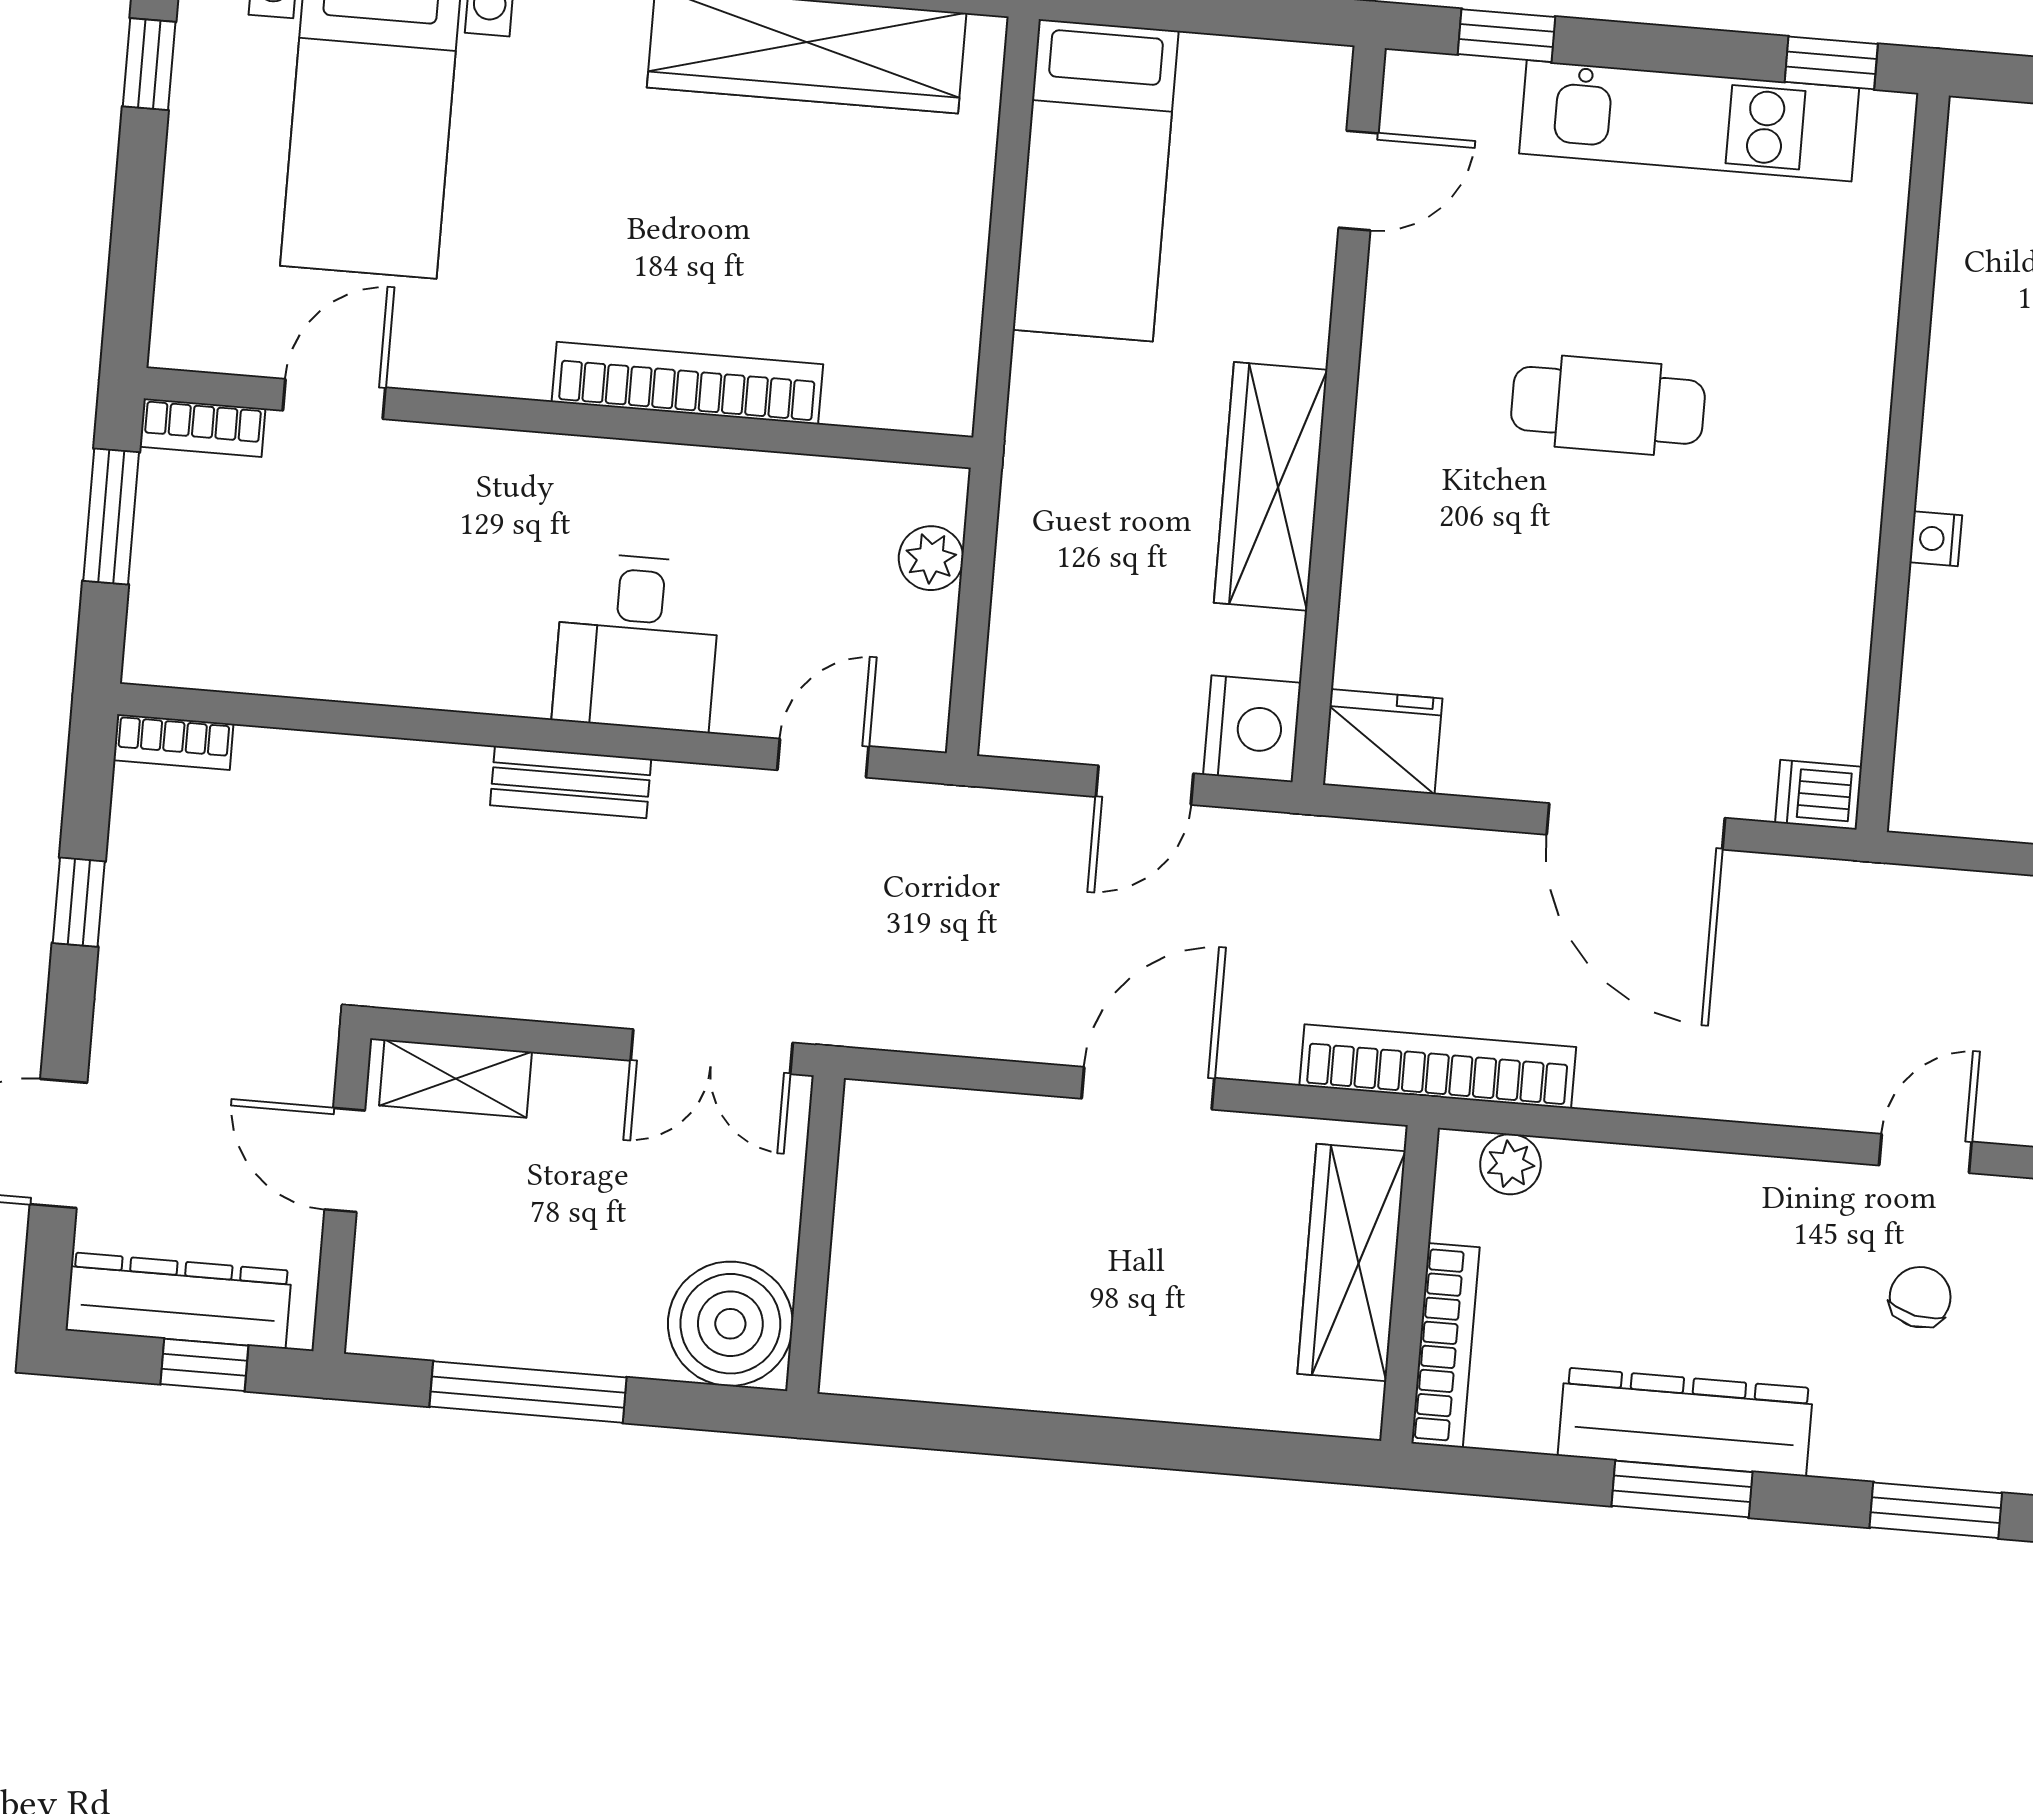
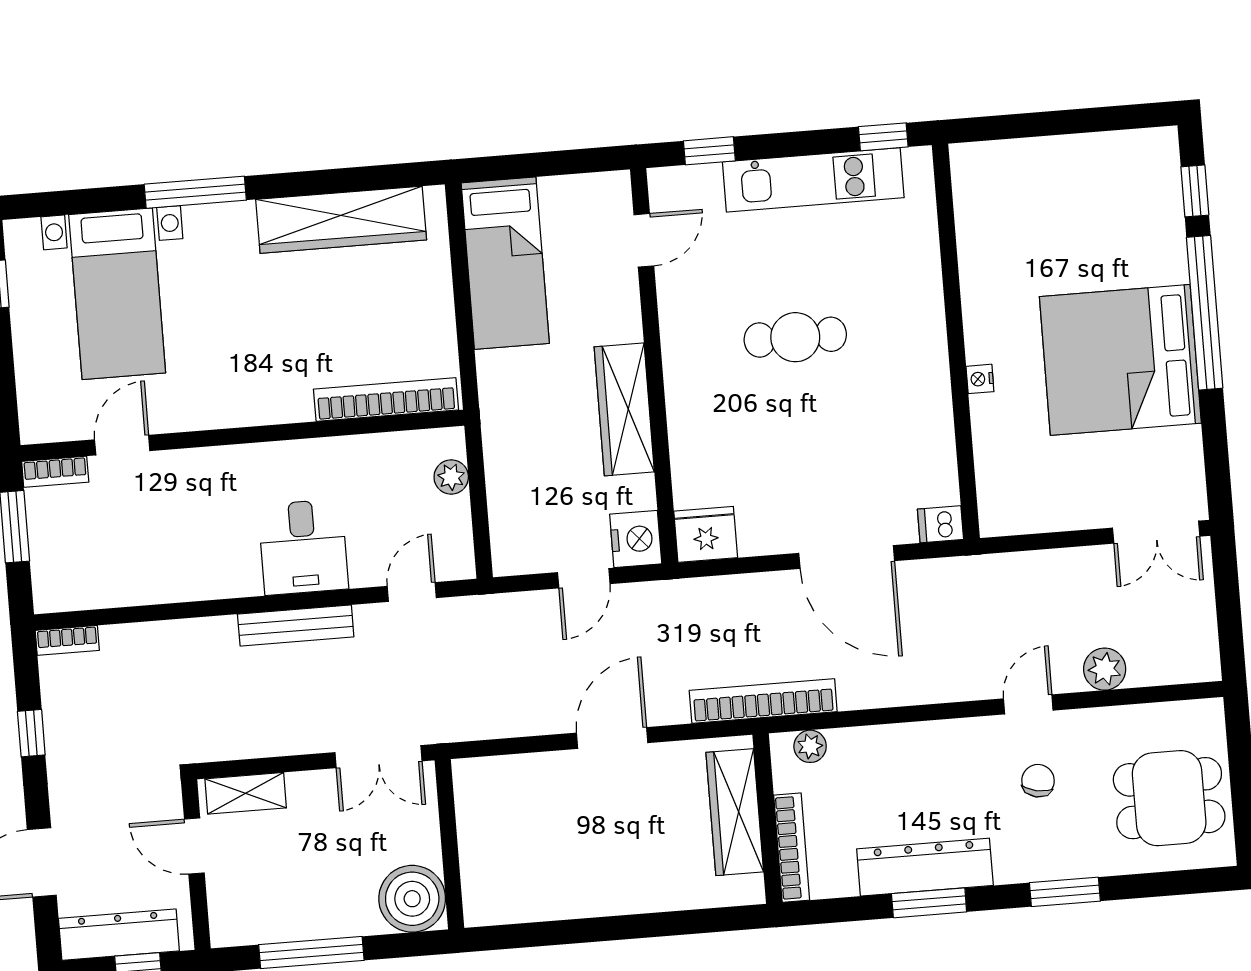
bookcase: (687, 383) -> (386, 400), moved
bench: (571, 782) -> (296, 625), width x1.36

